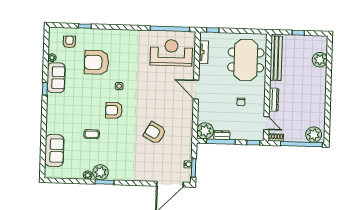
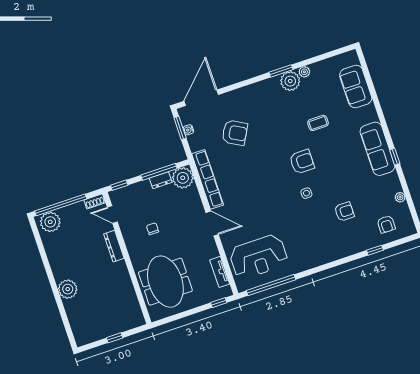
bench: (276, 58) -> (130, 297), removed
plant: (320, 60) -> (68, 289), moved
armchair: (97, 62) -> (344, 212), width x0.53, depth x0.53
sofa: (56, 78) -> (377, 149), moved, width x1.36
row of seats: (187, 123) -> (208, 179), added
armchair: (155, 133) -> (235, 133), moved

